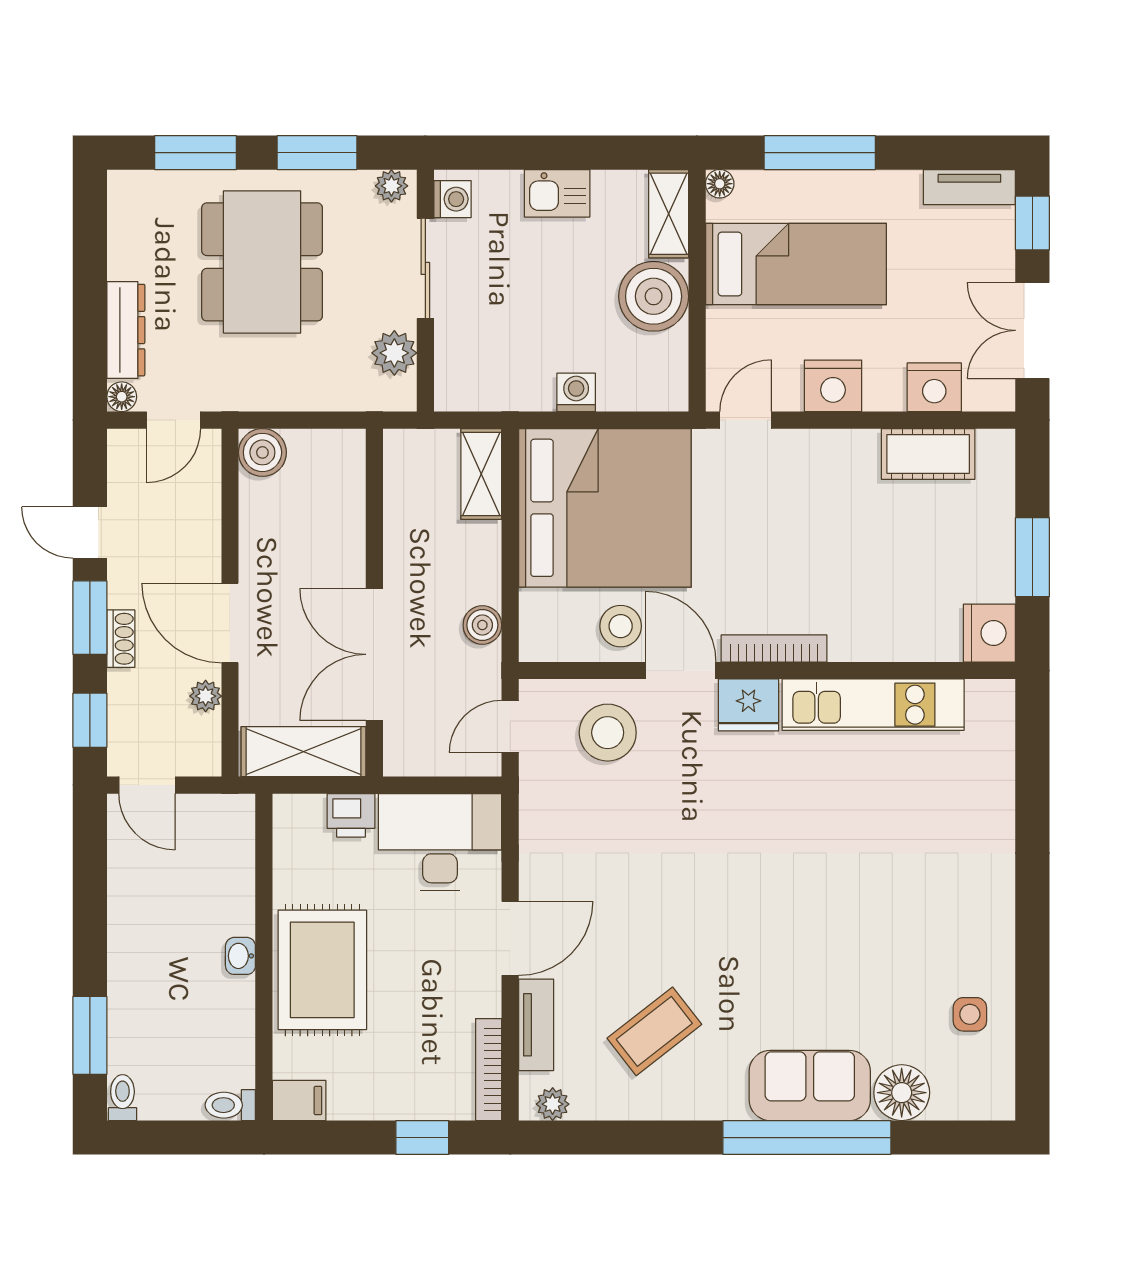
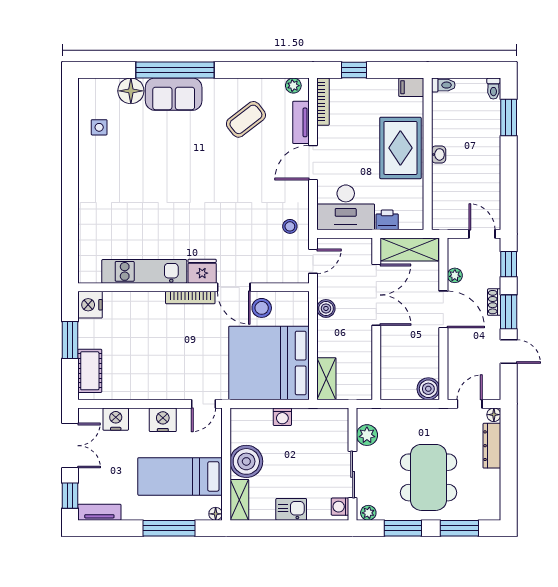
cot: (928, 454) -> (90, 371), moved, turned 90
stool: (608, 733) -> (290, 226), moved, width x0.53, depth x0.53

